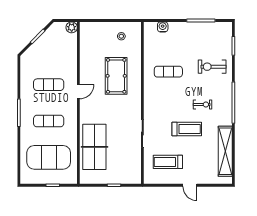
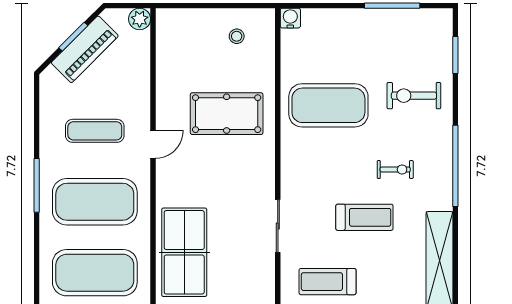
water cooler: (163, 27) -> (290, 18), moved
piano: (43, 43) -> (85, 49), added
exercise mat: (168, 72) -> (328, 105), width x2.00, depth x1.45
pool table: (116, 76) -> (227, 114), turned 90
exercise mat: (49, 121) -> (95, 202), width x2.00, depth x1.45

